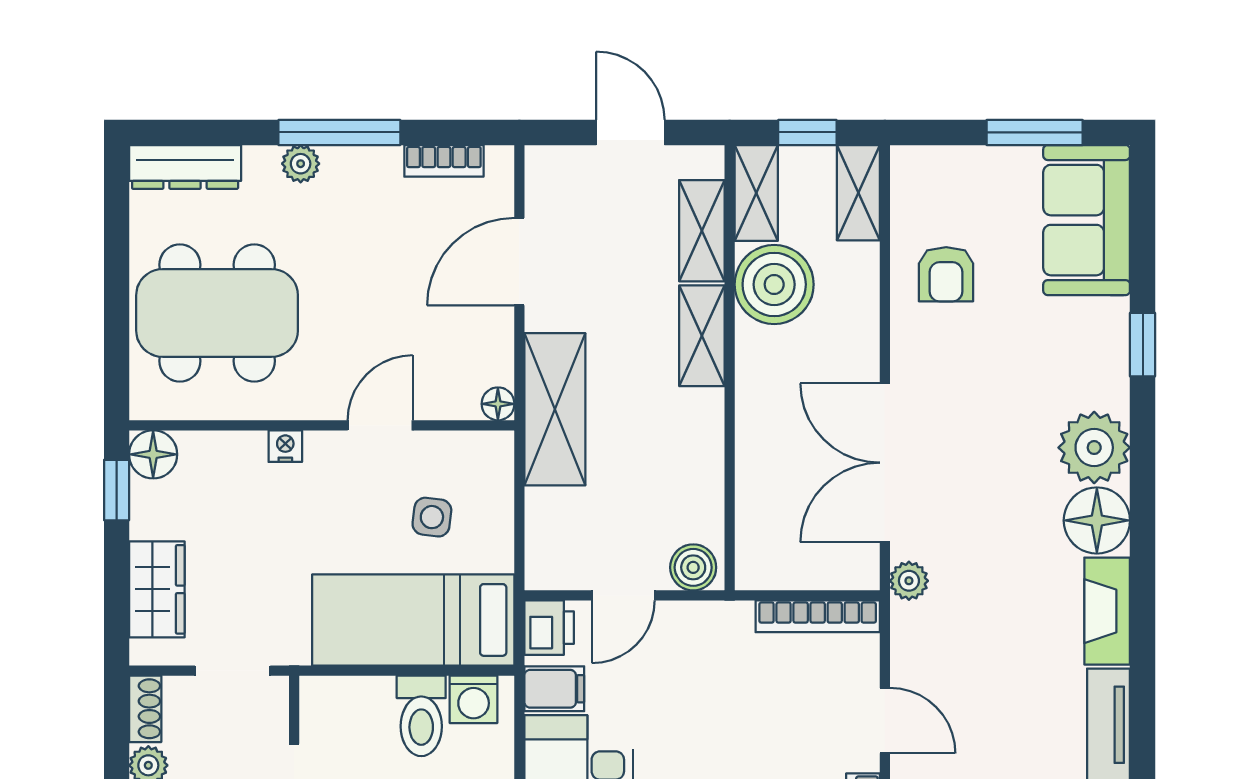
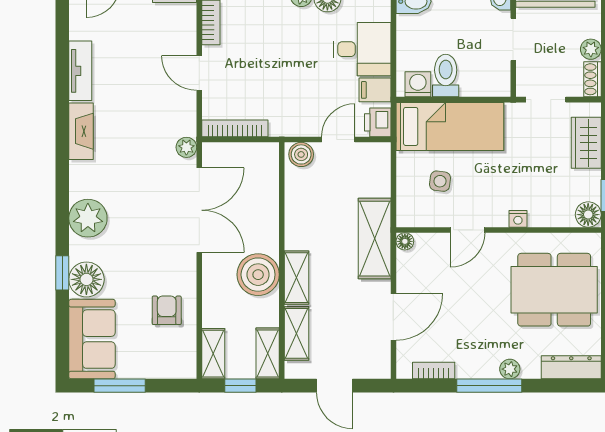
boiler: (774, 284) -> (258, 275), moved
floor lamp: (1097, 520) -> (86, 279), moved

